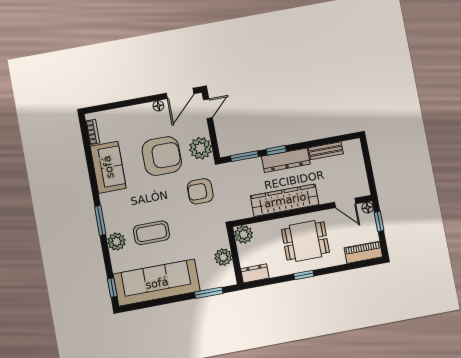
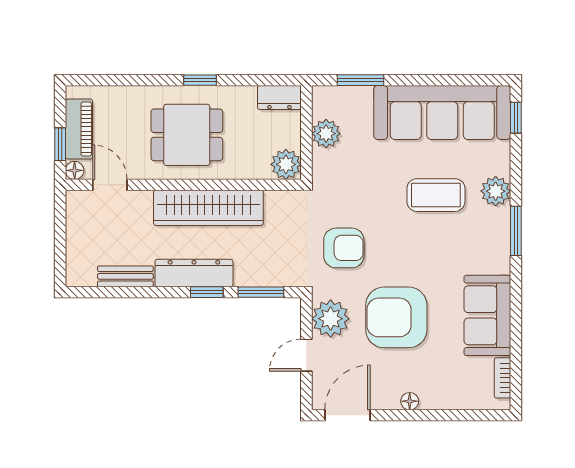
floor lamp: (158, 106) -> (410, 401), moved
door: (208, 109) -> (306, 355), moved
piano: (363, 252) -> (79, 129), moved, turned -90

